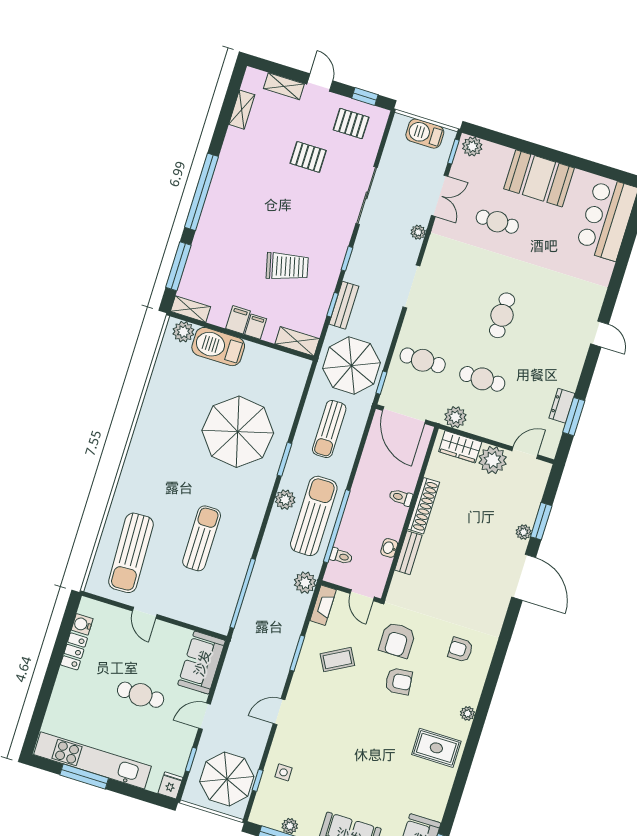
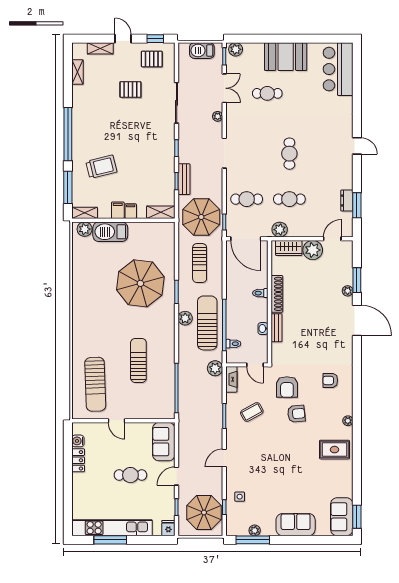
trolley: (287, 266) -> (101, 167), moved

